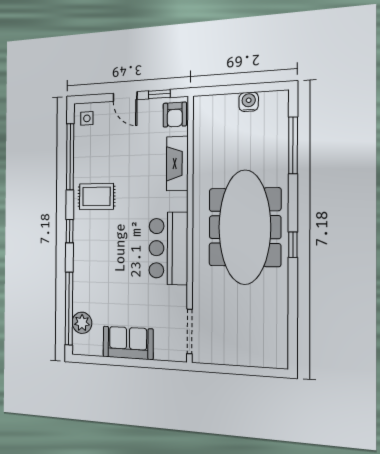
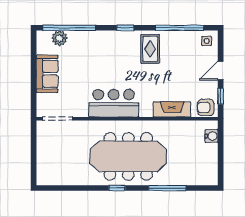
water cooler: (249, 102) -> (212, 136), moved
window: (293, 145) -> (167, 188), moved

